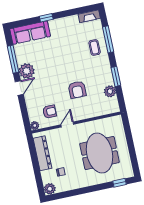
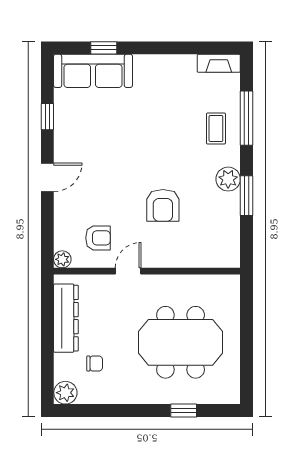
window: (46, 18) -> (104, 48), moved
window: (13, 59) -> (47, 117), width x0.46
plant: (27, 71) -> (70, 146), removed
plant: (110, 91) -> (228, 179), moved
meeting table: (100, 153) -> (181, 342), turned 90
window: (119, 183) -> (184, 411), moved

